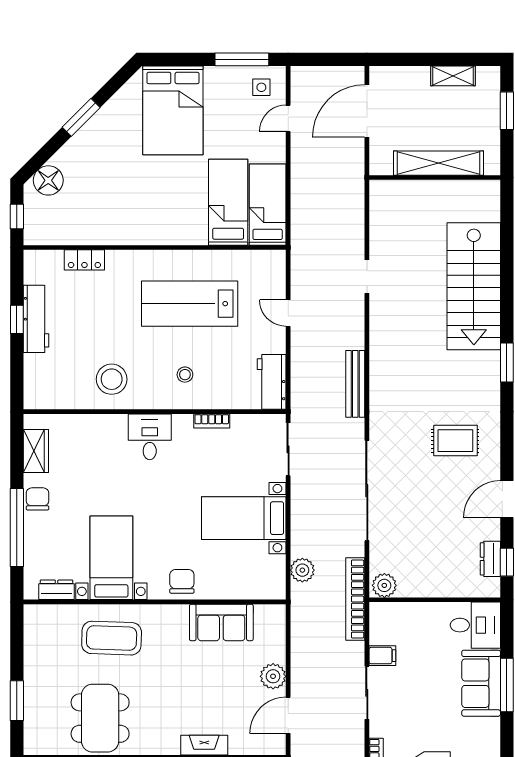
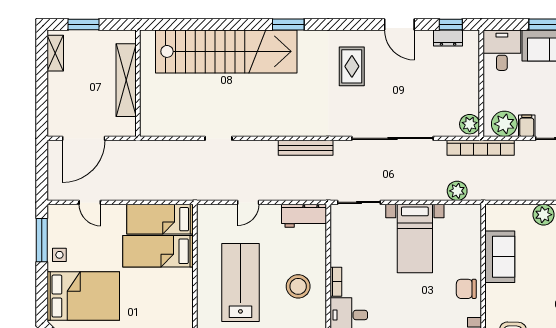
shelving: (453, 76) -> (55, 53), moved
side table: (261, 87) -> (59, 255), moved
door: (367, 111) -> (84, 138), hinge flipped
stairs: (474, 286) -> (226, 51), width x1.36
lab bench: (190, 304) -> (240, 283), turned 180
stool: (185, 375) -> (298, 286), width x1.89, depth x1.89
bookcase: (212, 421) -> (336, 282), moved
plant: (385, 628) -> (504, 124), added

